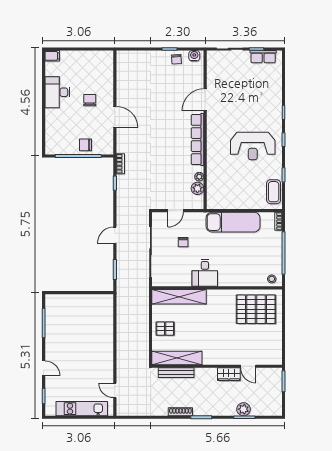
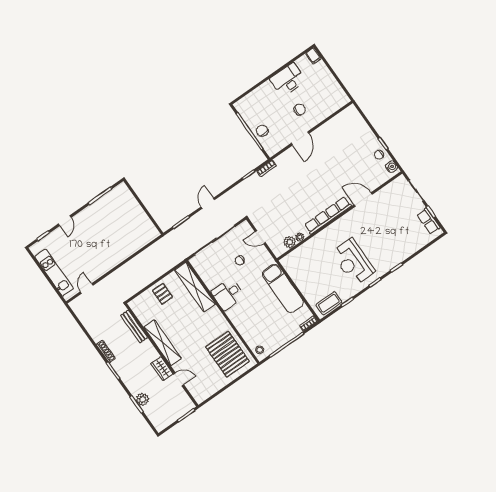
door: (115, 235) -> (208, 203), hinge flipped
shelving: (177, 358) -> (162, 343), moved
door: (248, 366) -> (179, 379), swing flipped

